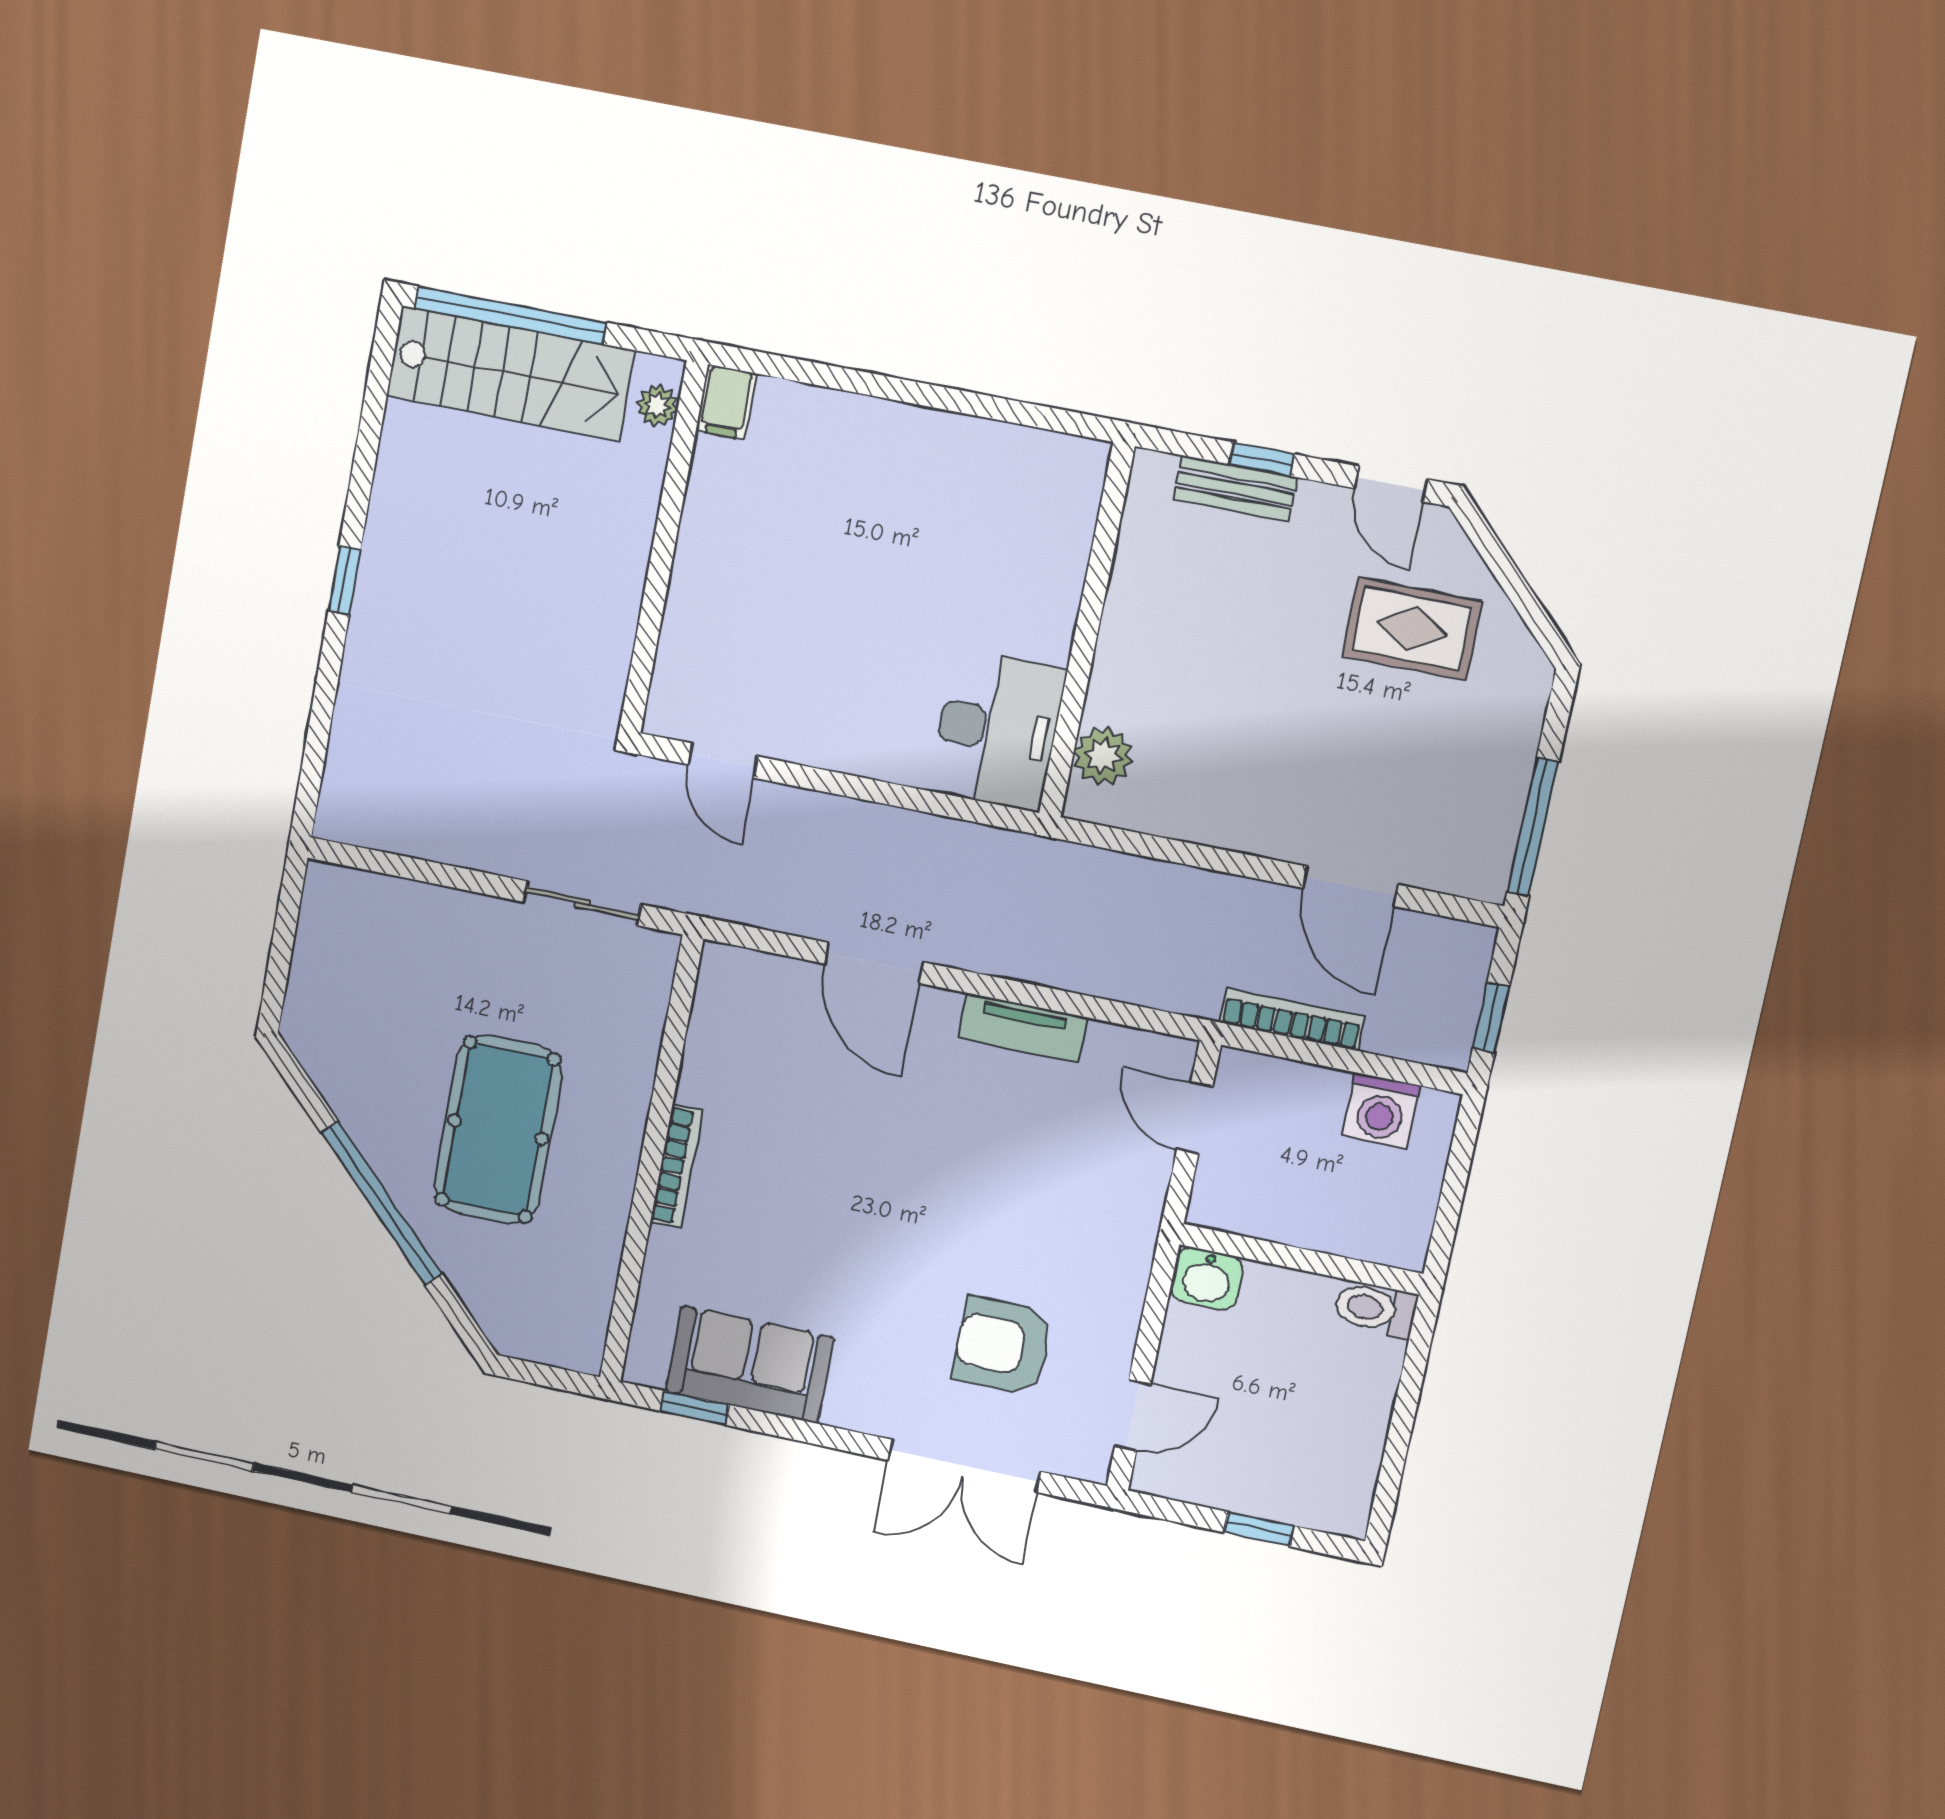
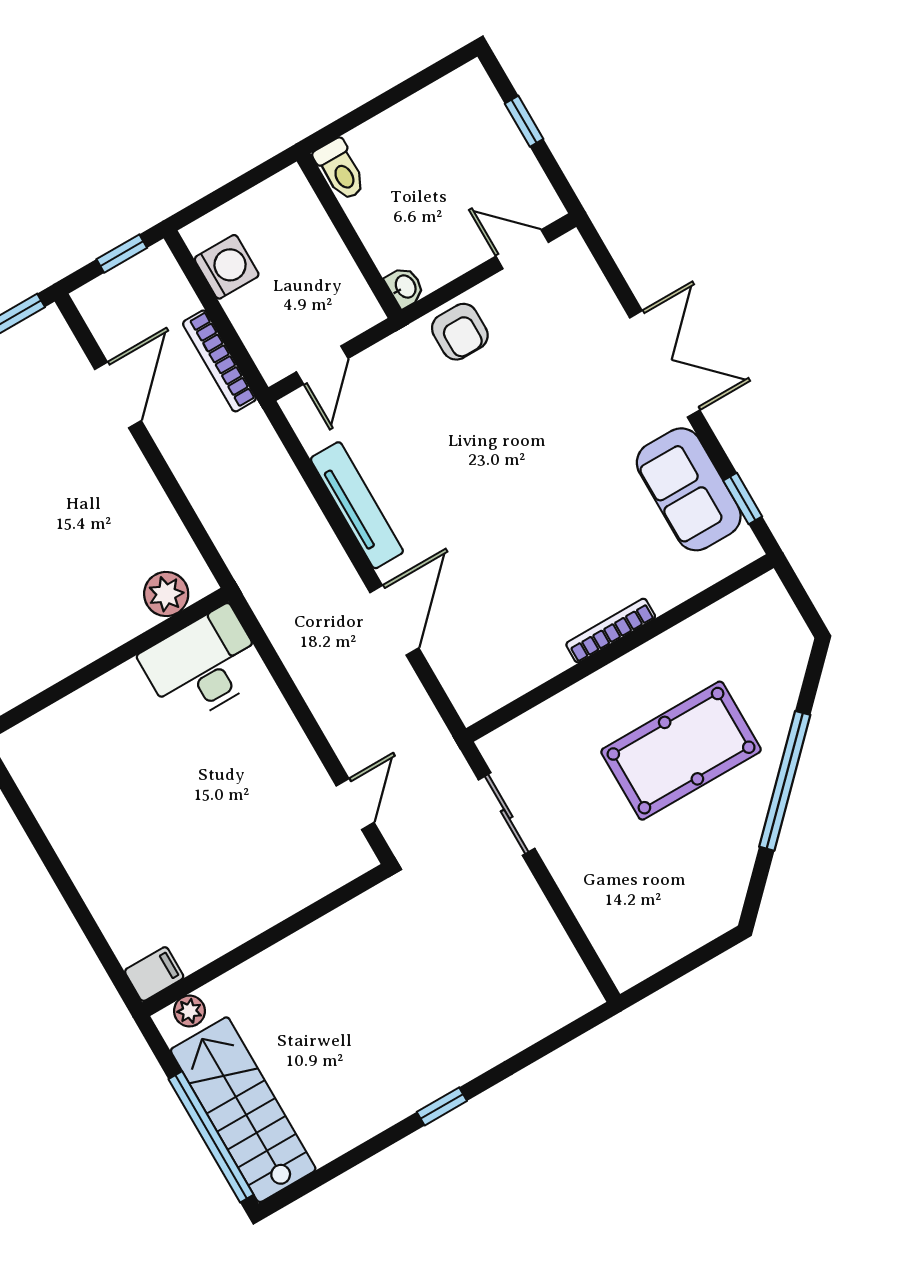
tv unit: (1023, 1028) -> (357, 505), width x1.41
washbasin: (1207, 1279) -> (405, 287), width x0.72, depth x0.69
armchair: (1003, 1346) -> (460, 332), moved, width x0.72, depth x0.72
double door: (964, 1466) -> (665, 364), moved

